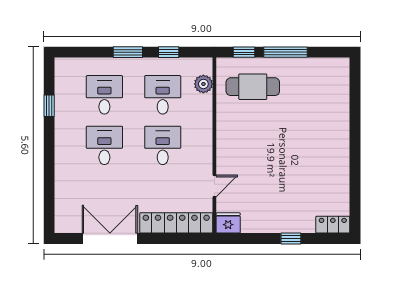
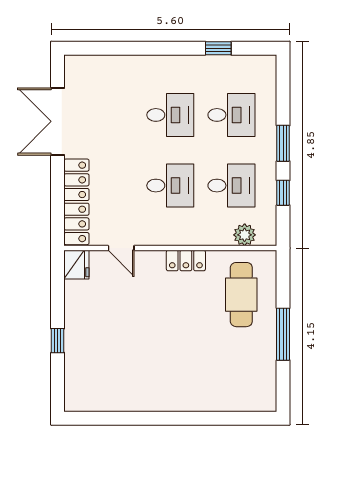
window: (244, 52) -> (283, 284), removed
locker: (333, 225) -> (186, 261), moved, turned 90
double door: (110, 239) -> (58, 121), swing flipped

